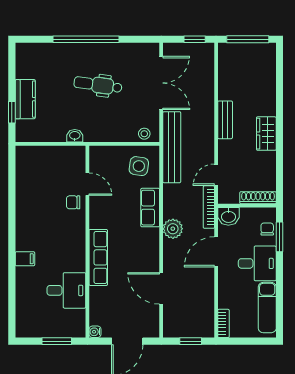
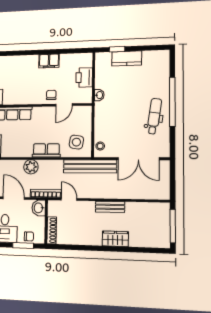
window: (195, 39) -> (173, 185), removed
dental chair: (98, 85) -> (154, 116), moved
wardrobe: (266, 134) -> (115, 239), moved
printer: (50, 157) -> (84, 77), added
filing cabinet: (25, 259) -> (49, 61), moved, width x2.00

